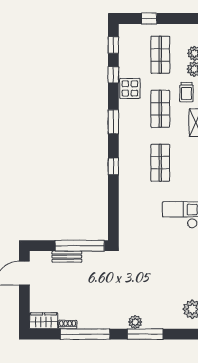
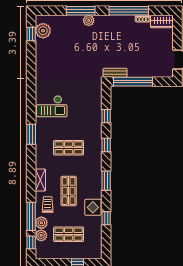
window: (113, 45) -> (106, 116), moved
shop shelf: (160, 55) -> (69, 234), turned 90
shop shelf: (160, 163) -> (69, 148), turned 90
bench: (67, 257) -> (115, 73), moved

